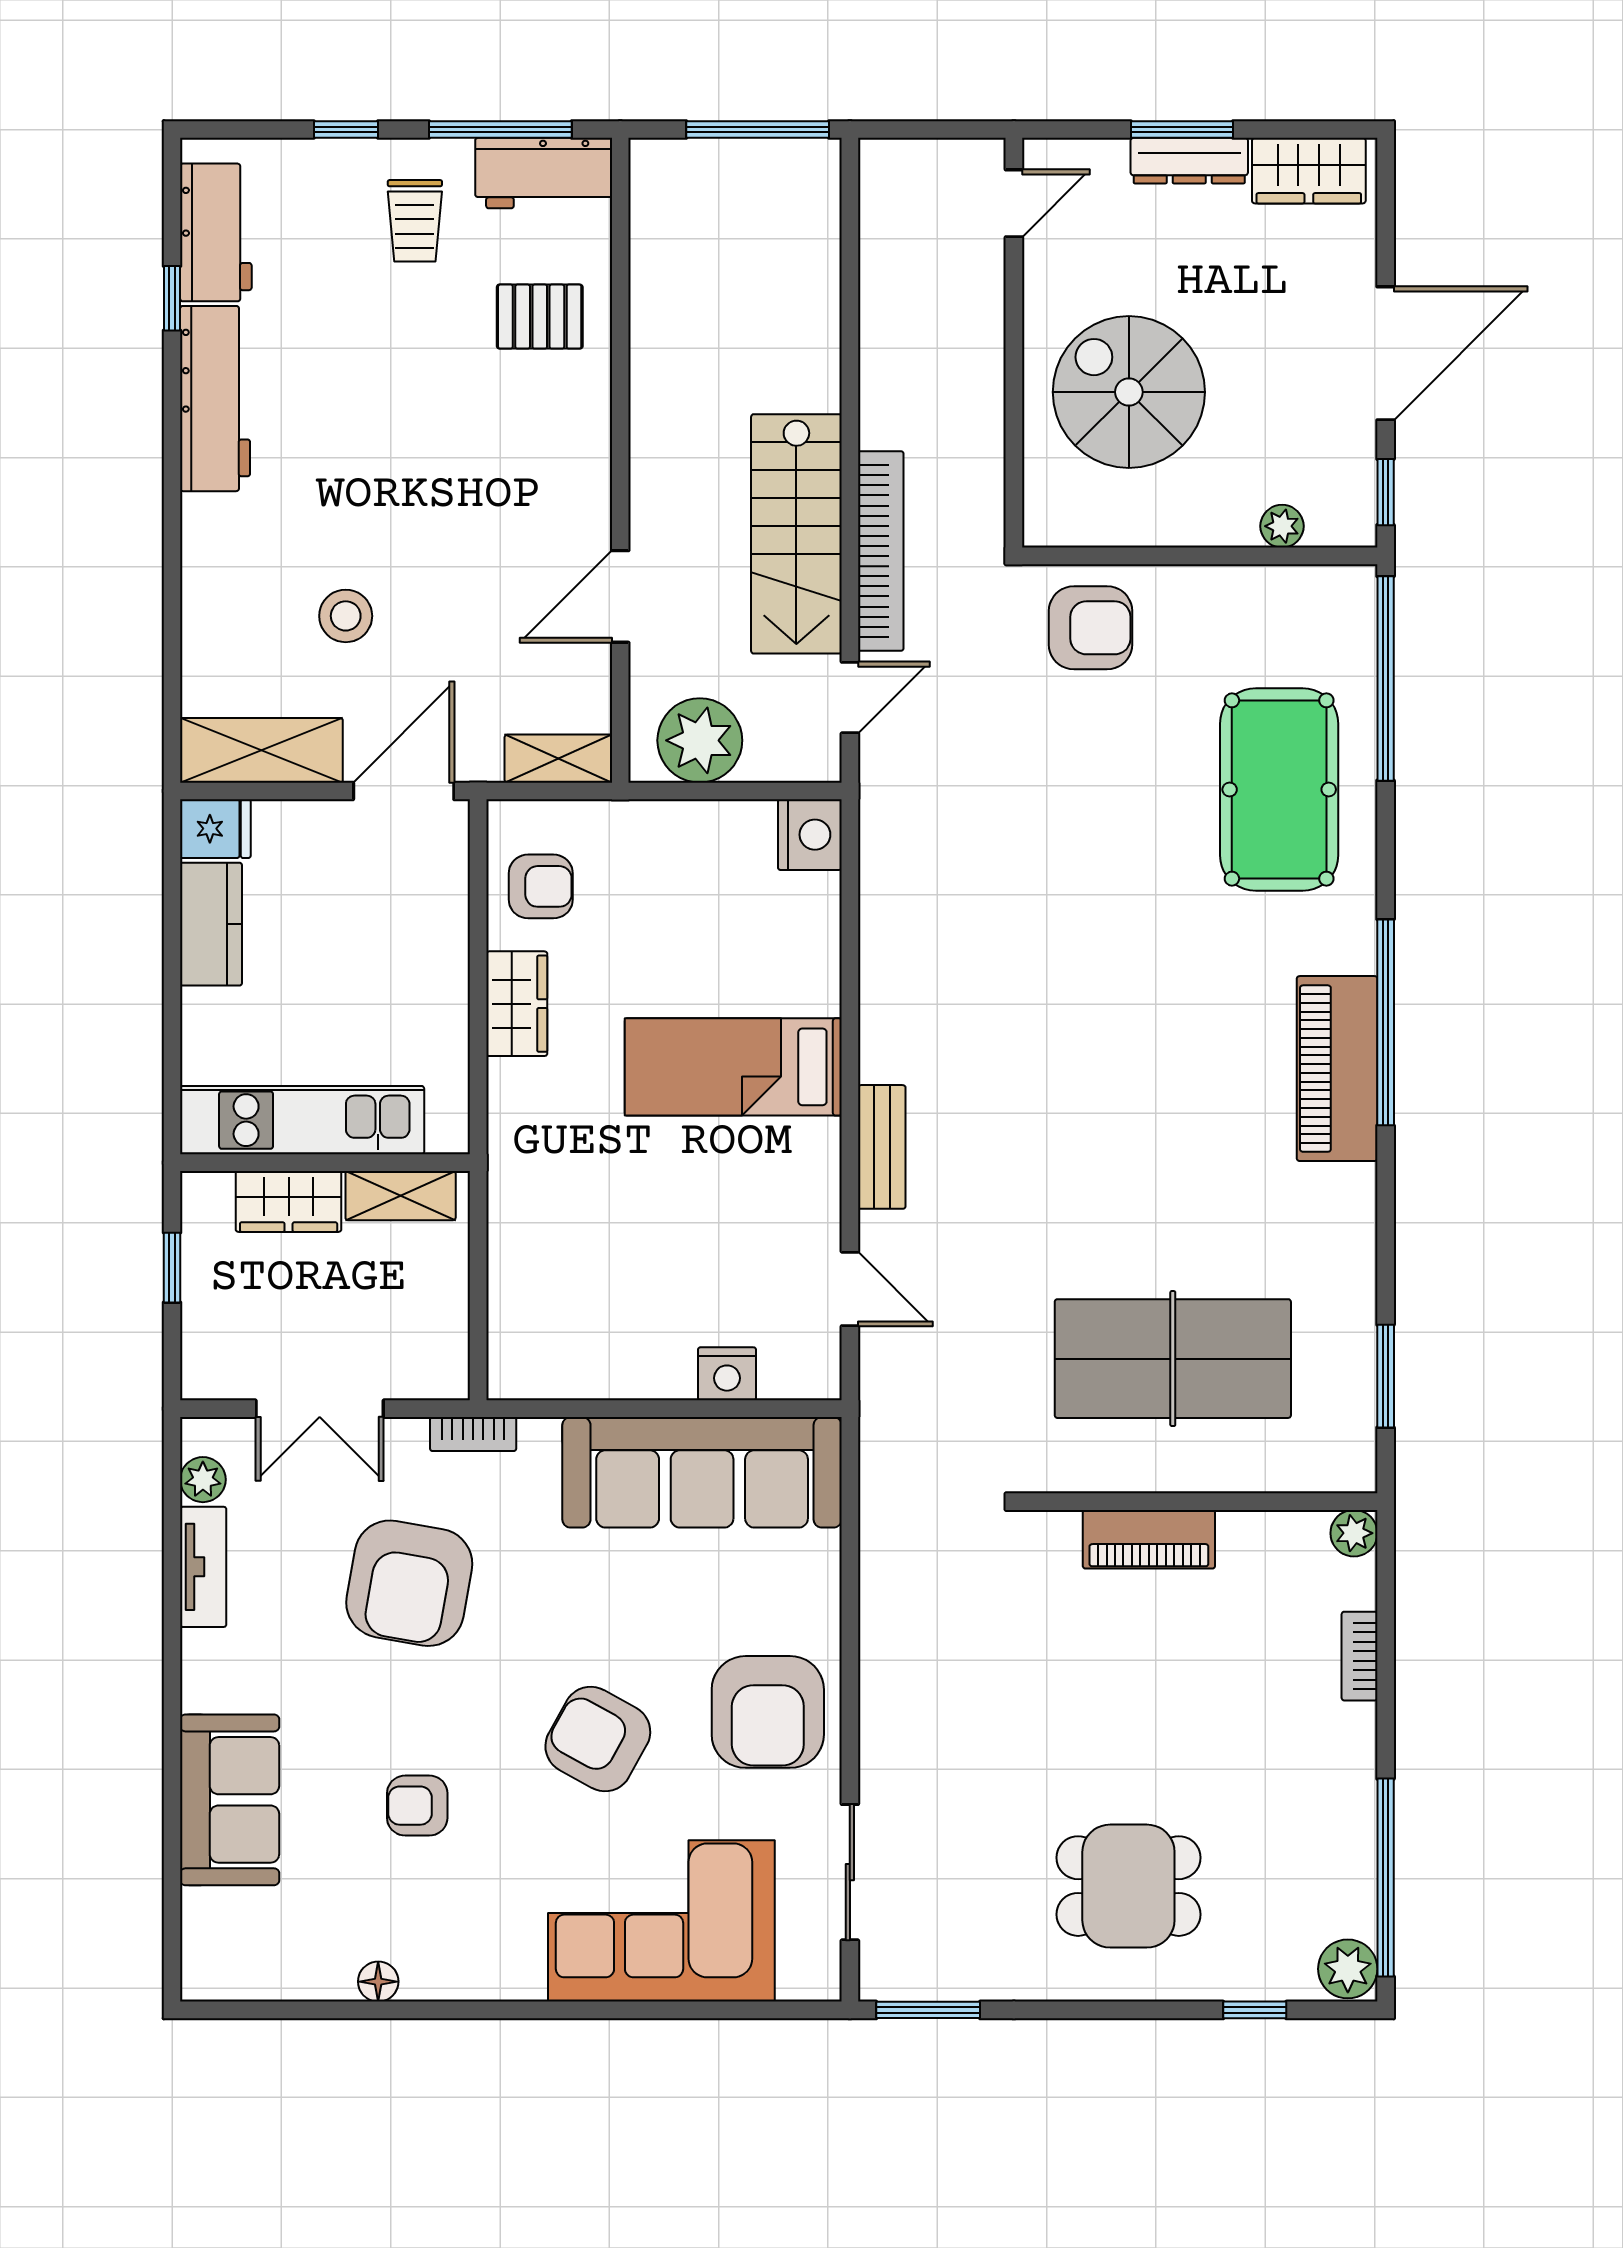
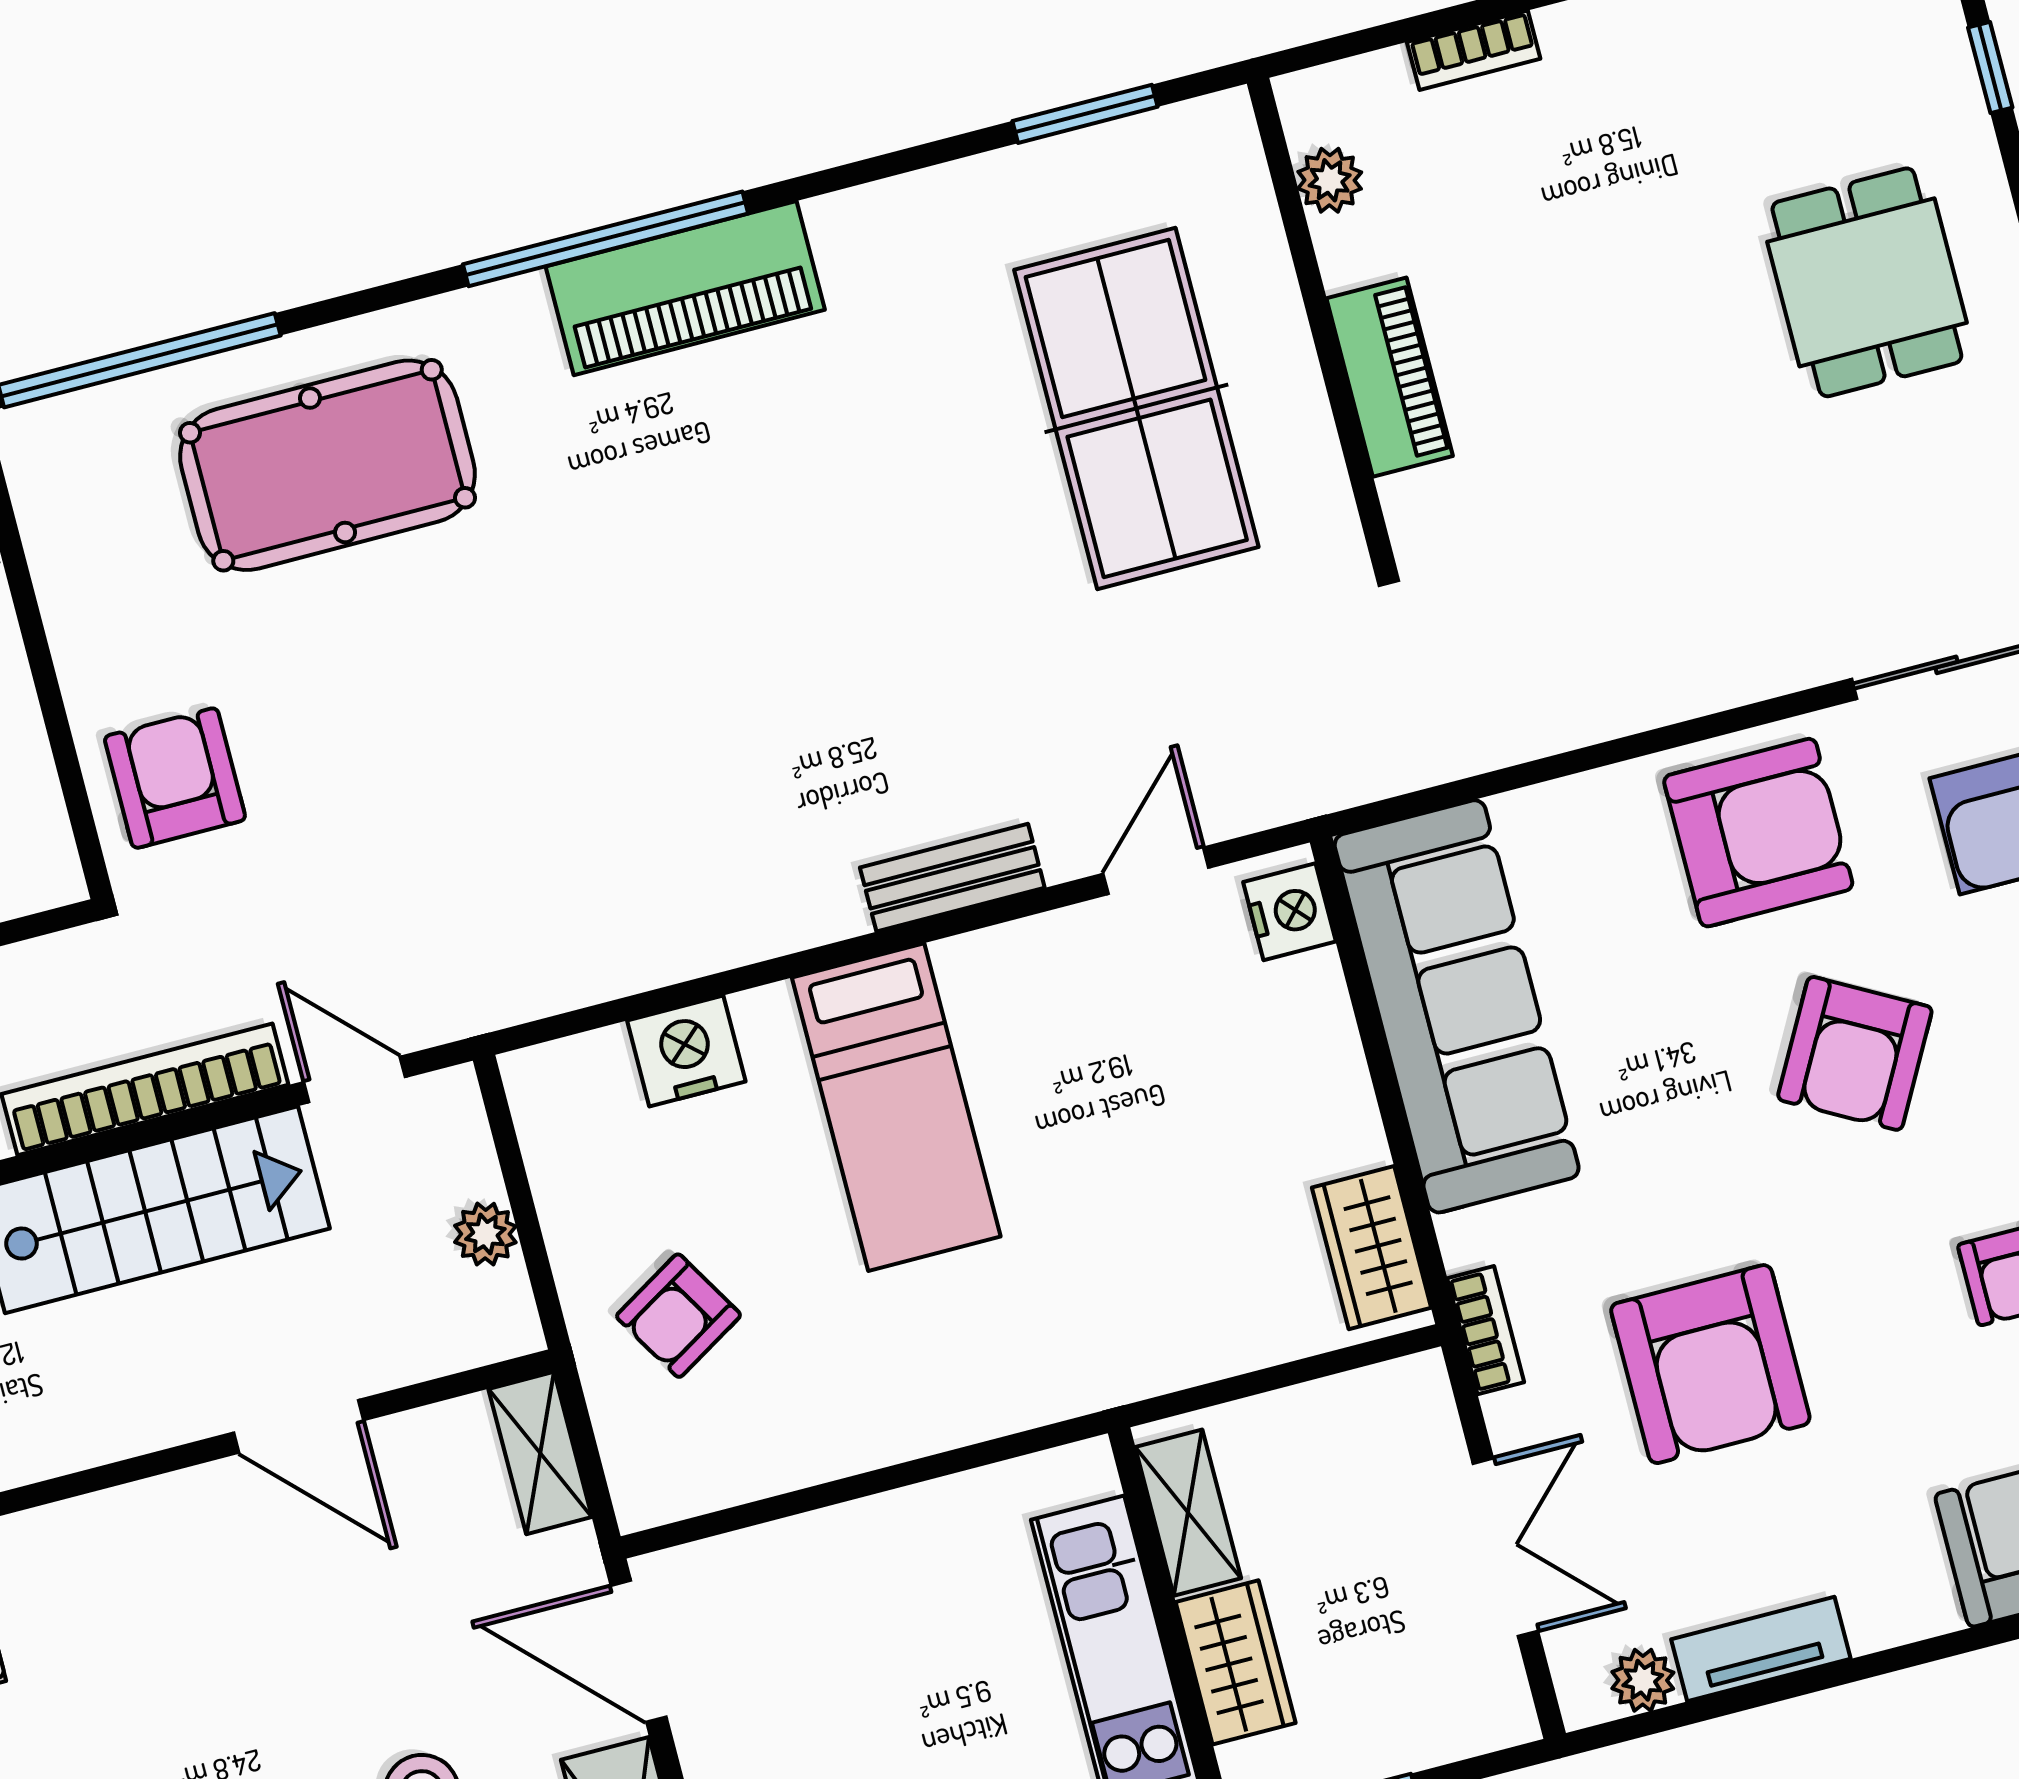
plant: (700, 740) -> (485, 1234), width x0.53, depth x0.53
nightstand: (810, 835) -> (686, 1051), moved
armchair: (541, 886) -> (678, 1316), moved, turned -121
wardrobe: (517, 1004) -> (1372, 1248), moved, turned -90
nightstand: (727, 1374) -> (1289, 912), moved
plant: (1354, 1533) -> (1330, 180), moved
armchair: (409, 1583) -> (1710, 1364), turned 80

